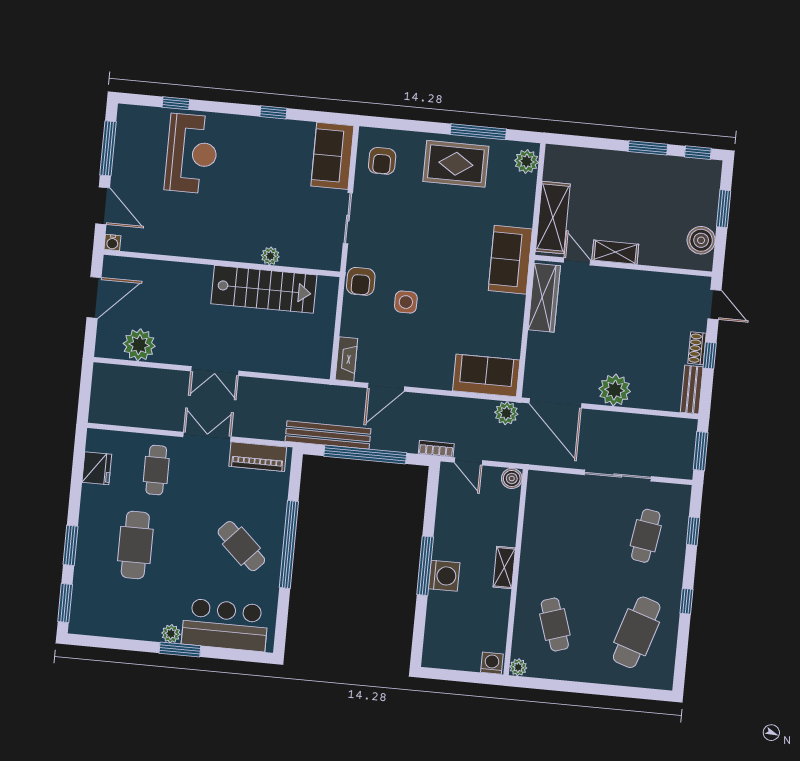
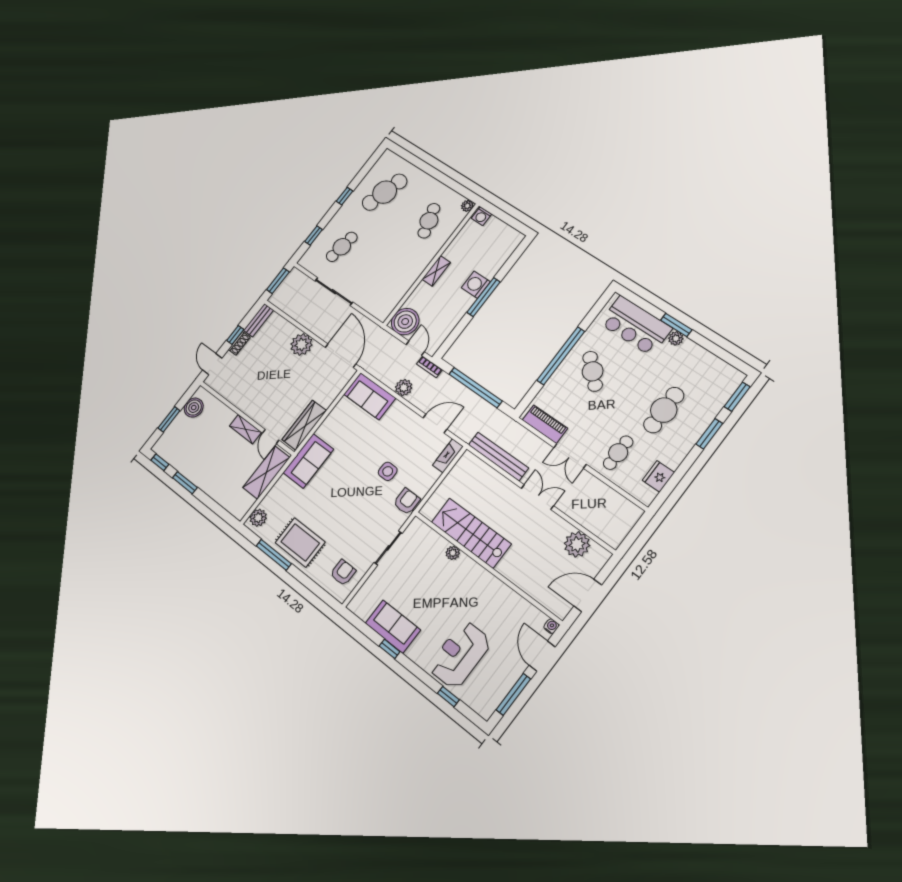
sofa: (332, 156) -> (393, 627), moved, turned -90
plant: (506, 413) -> (404, 388), moved
bench: (328, 435) -> (498, 456), moved
boiler: (512, 478) -> (405, 322), width x1.86, depth x1.86

